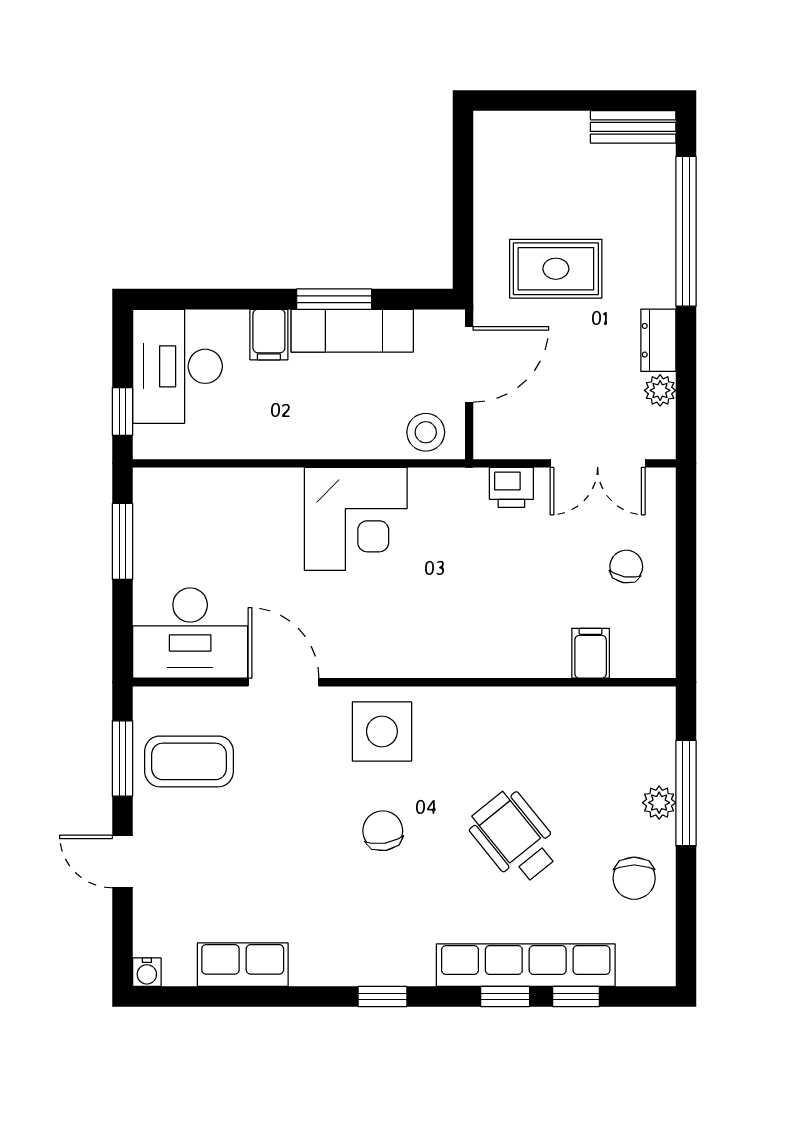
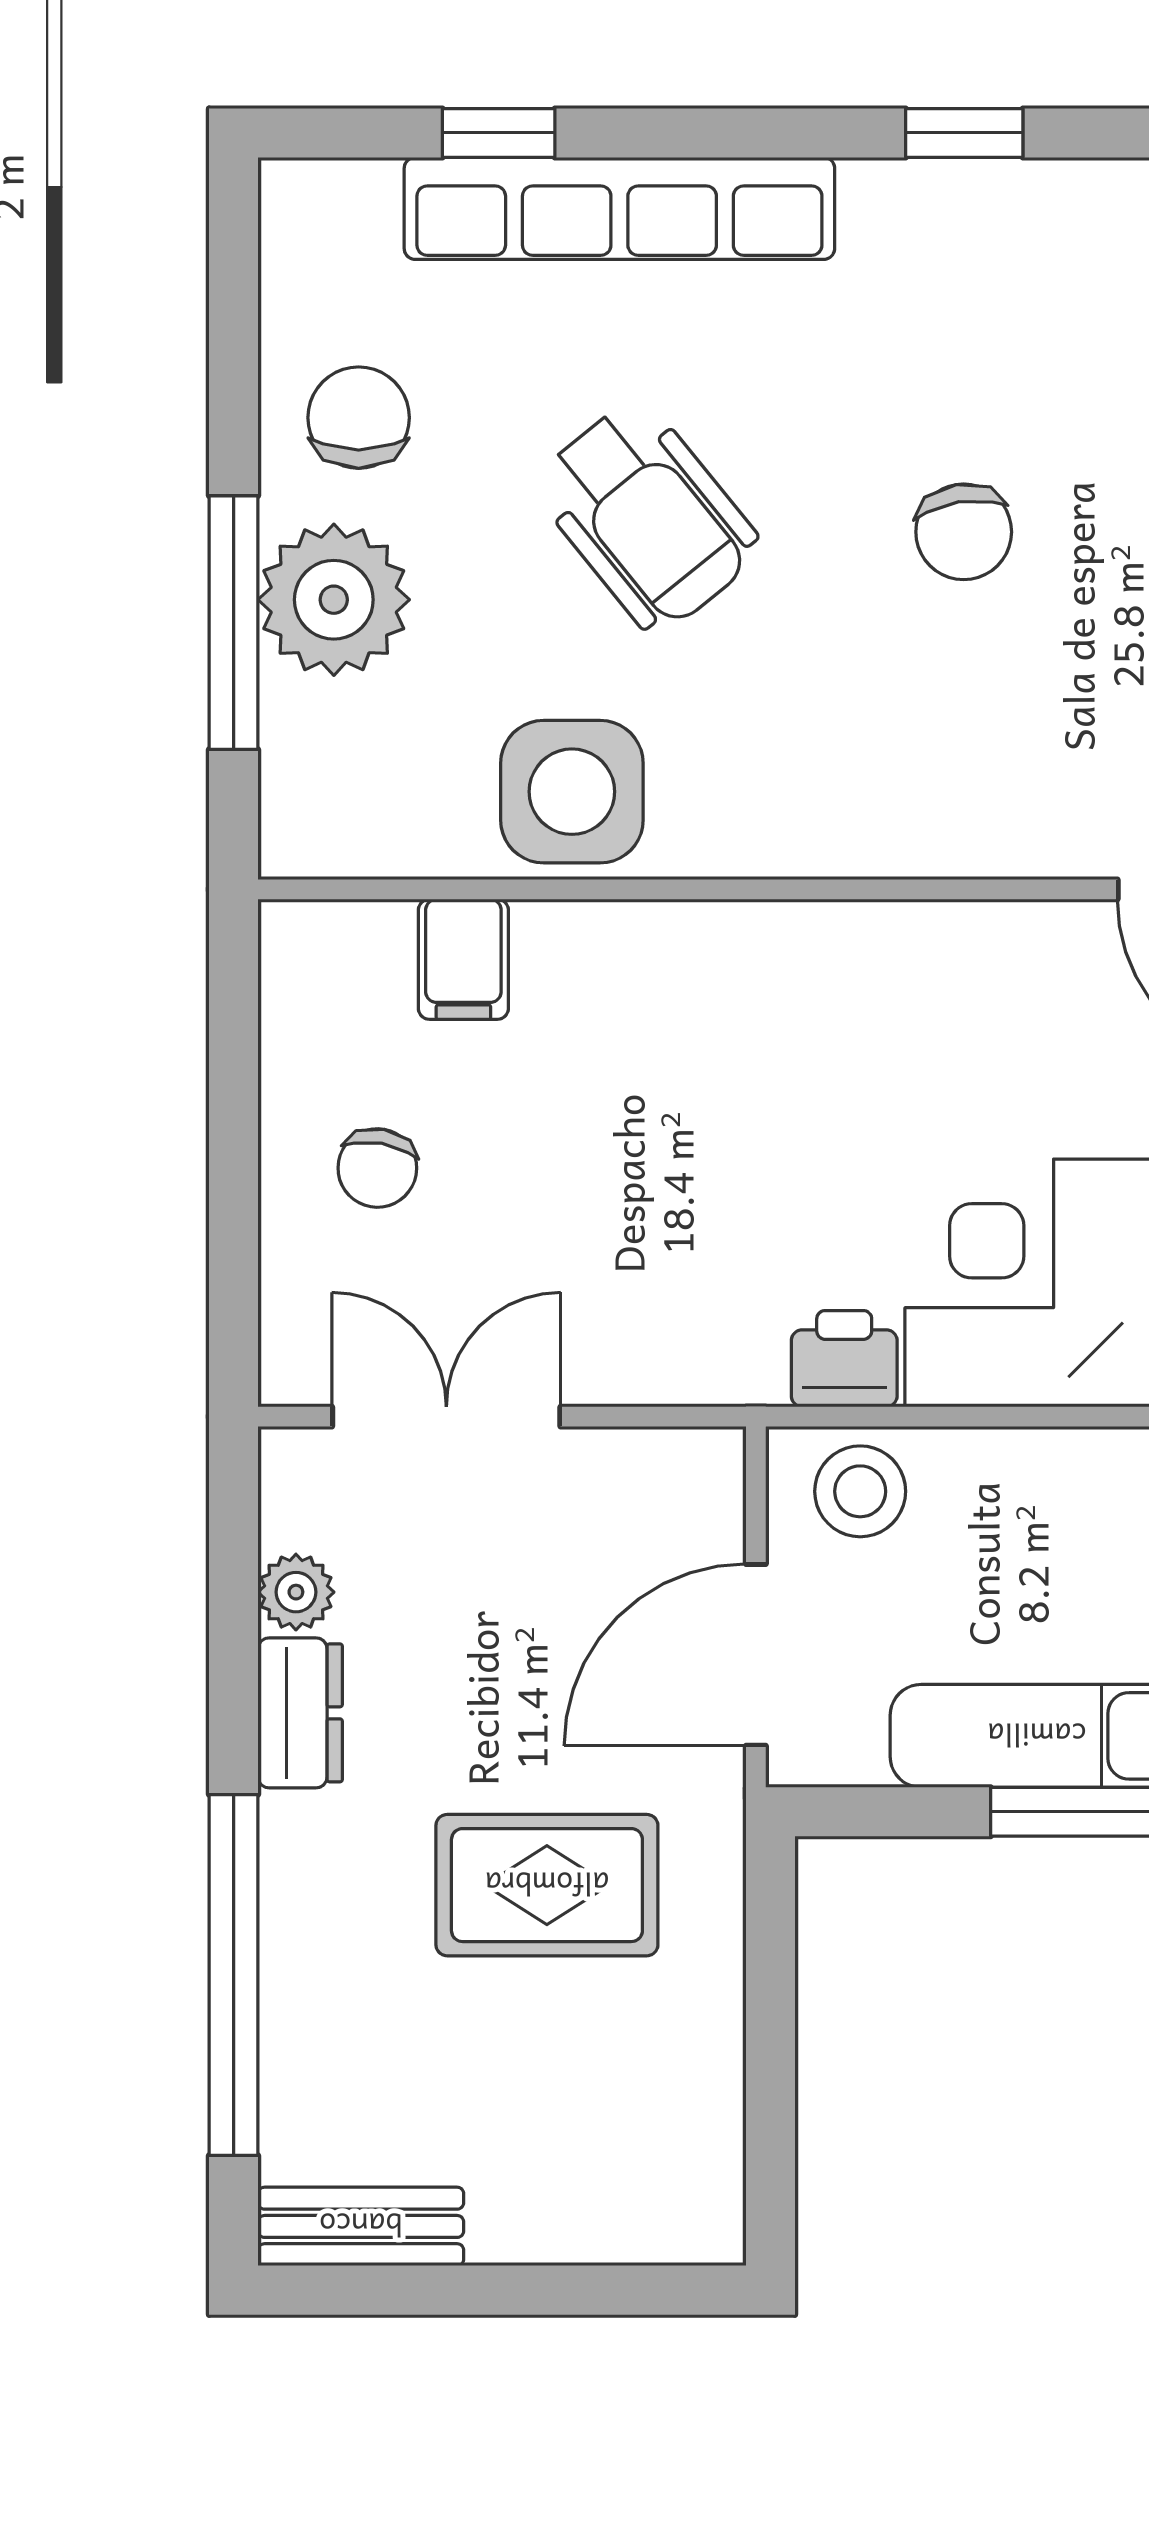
printer: (511, 487) -> (844, 1359), moved
side table: (382, 731) -> (572, 792), moved
plant: (659, 803) -> (334, 600), width x1.87, depth x1.87
window: (505, 996) -> (669, 133), removed

